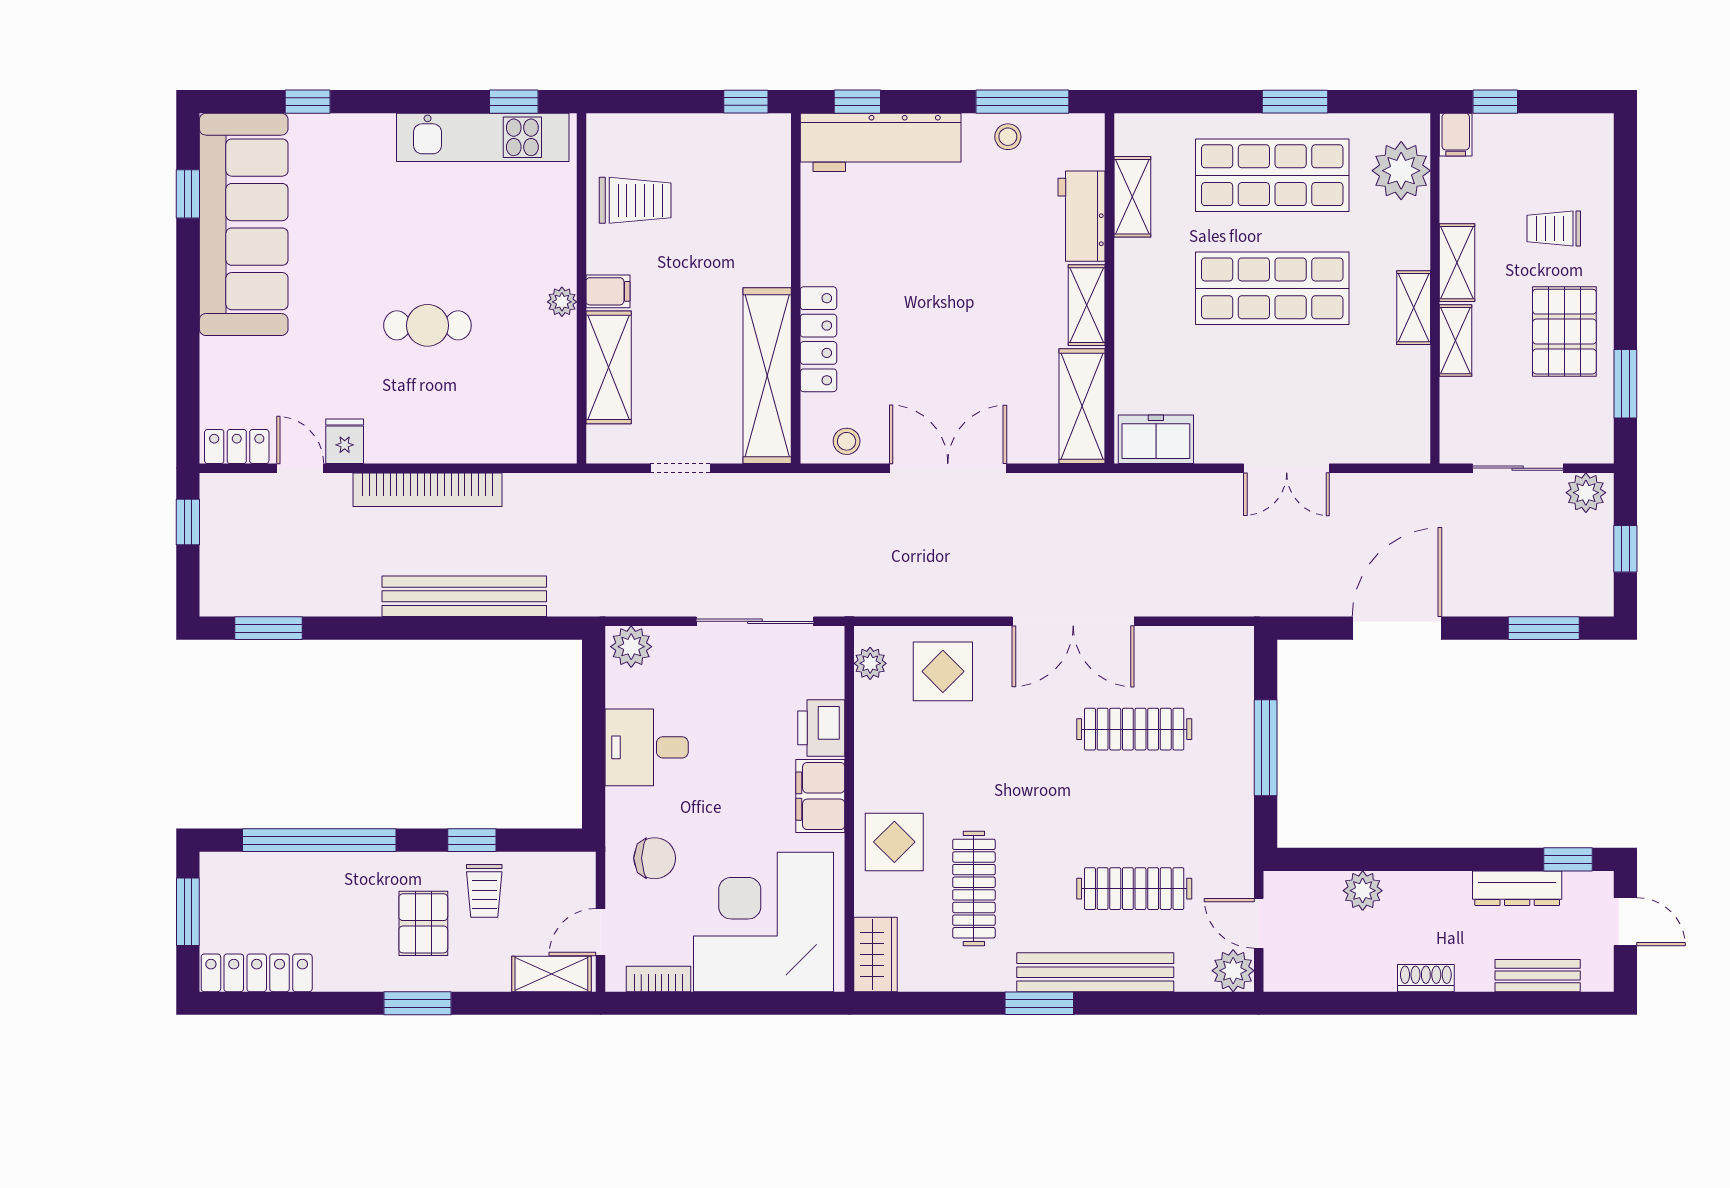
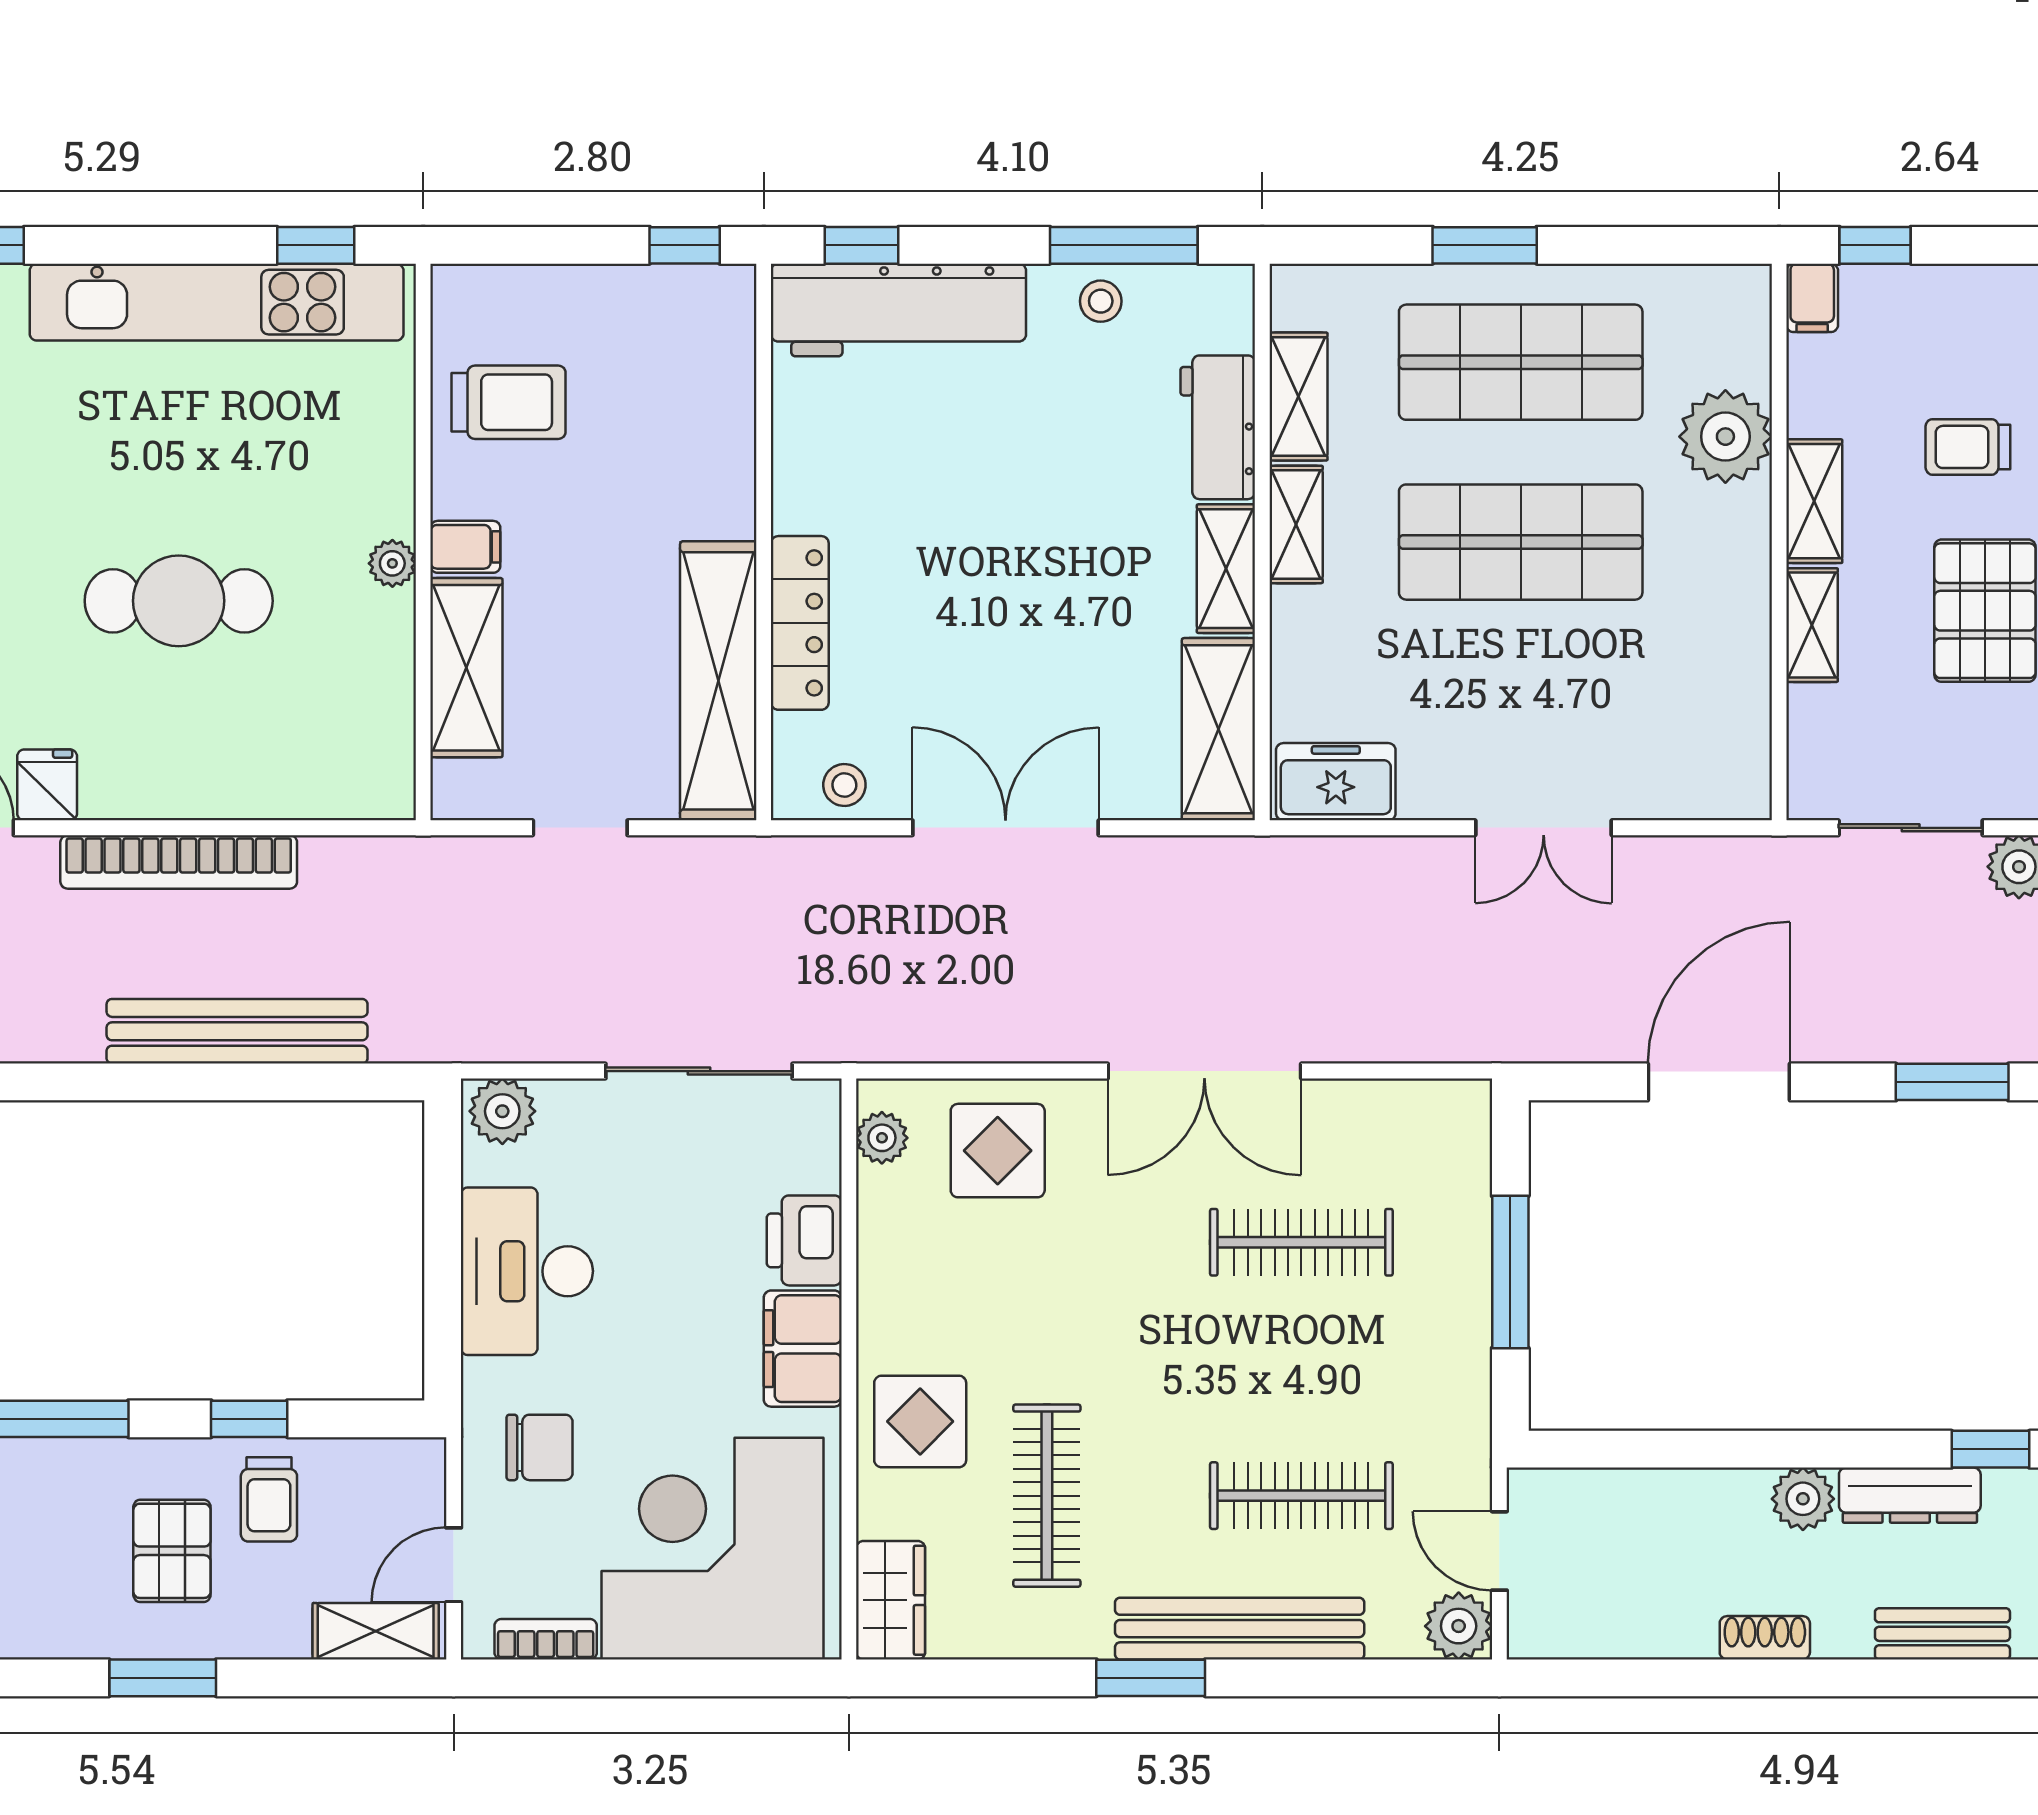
window: (1295, 102) -> (1485, 245), moved
kitchen unit: (483, 137) -> (217, 302), width x1.36
plant: (1401, 171) -> (1725, 437), moved
shelving: (1414, 308) -> (1296, 524), moved
cafe table: (427, 325) -> (179, 601), width x1.37, depth x1.35
desk: (647, 747) -> (527, 1271), width x1.37
plant: (1363, 891) -> (1803, 1499), moved

